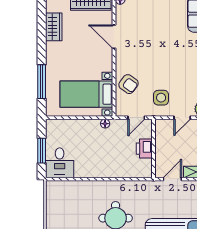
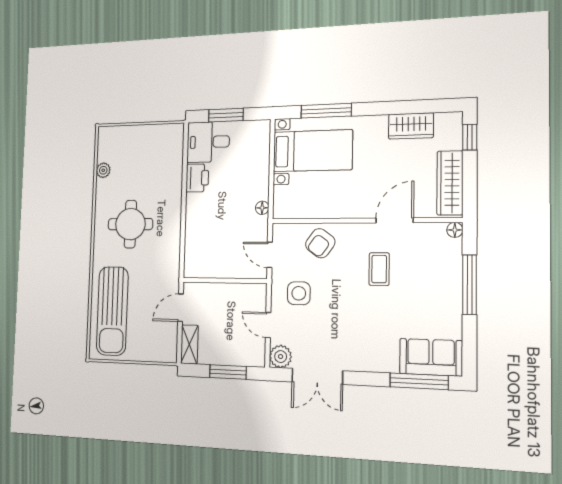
coffee table: (145, 46) -> (379, 269), added
bed with nightstands: (86, 94) -> (313, 151), moved, turned 90
printer: (144, 149) -> (197, 178), moved, turned 90
door: (172, 179) -> (180, 308), swing flipped

